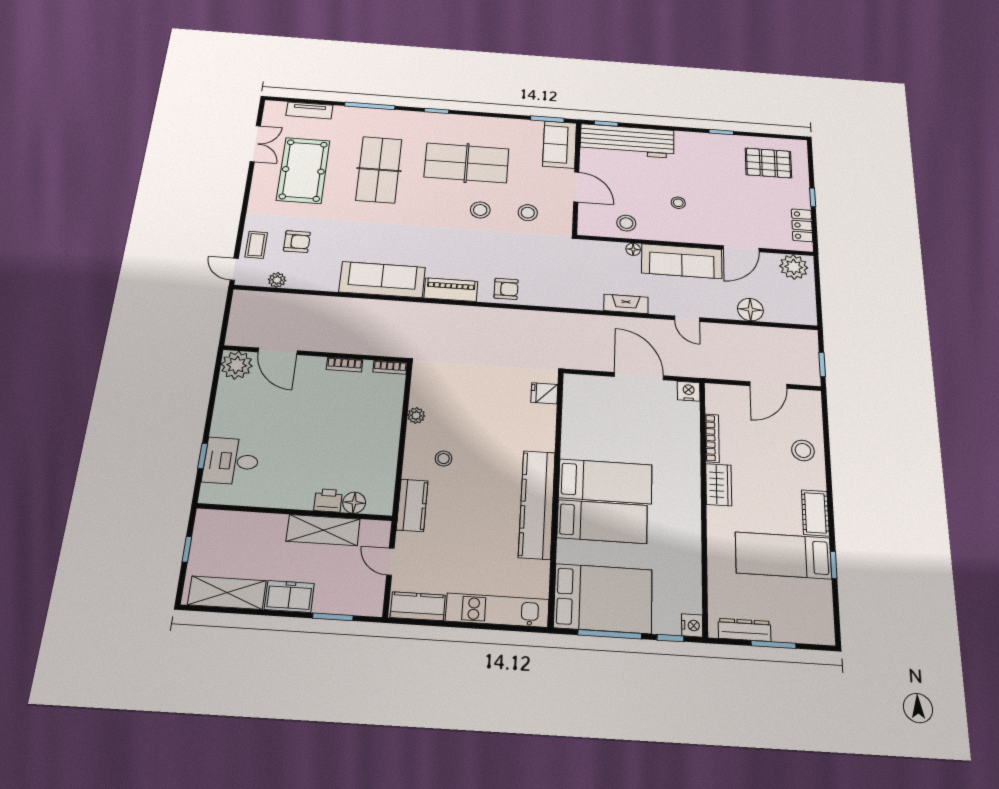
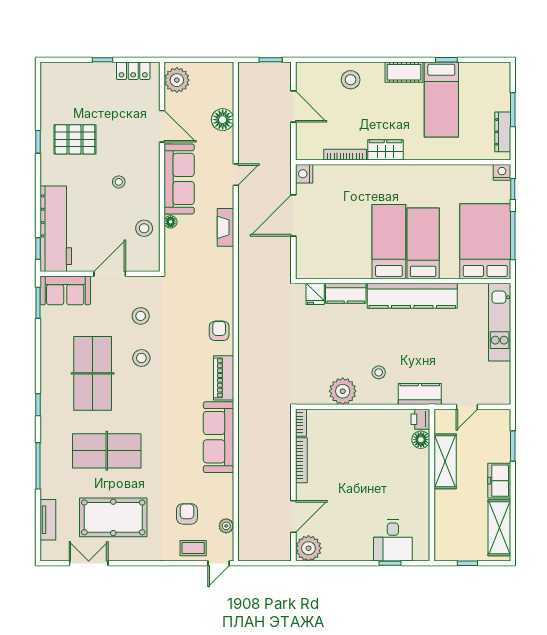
pallet: (768, 163) -> (75, 139), moved, turned 90
bookcase: (344, 365) -> (301, 460), width x1.56
plant: (416, 415) -> (343, 391), width x1.87, depth x1.87
printer: (328, 500) -> (420, 419), moved
kitchen counter: (418, 606) -> (346, 293), moved, turned -90

